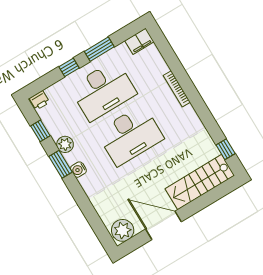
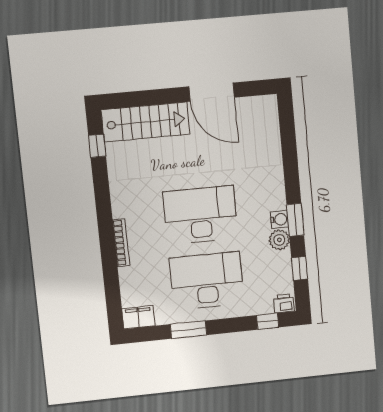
window: (69, 67) -> (268, 321), moved
water cooler: (78, 170) -> (279, 219), moved
plant: (123, 230) -> (262, 110), removed

